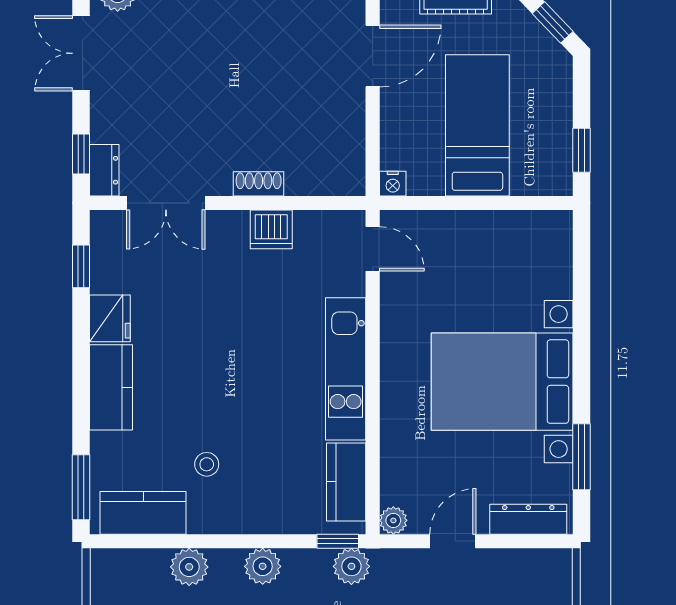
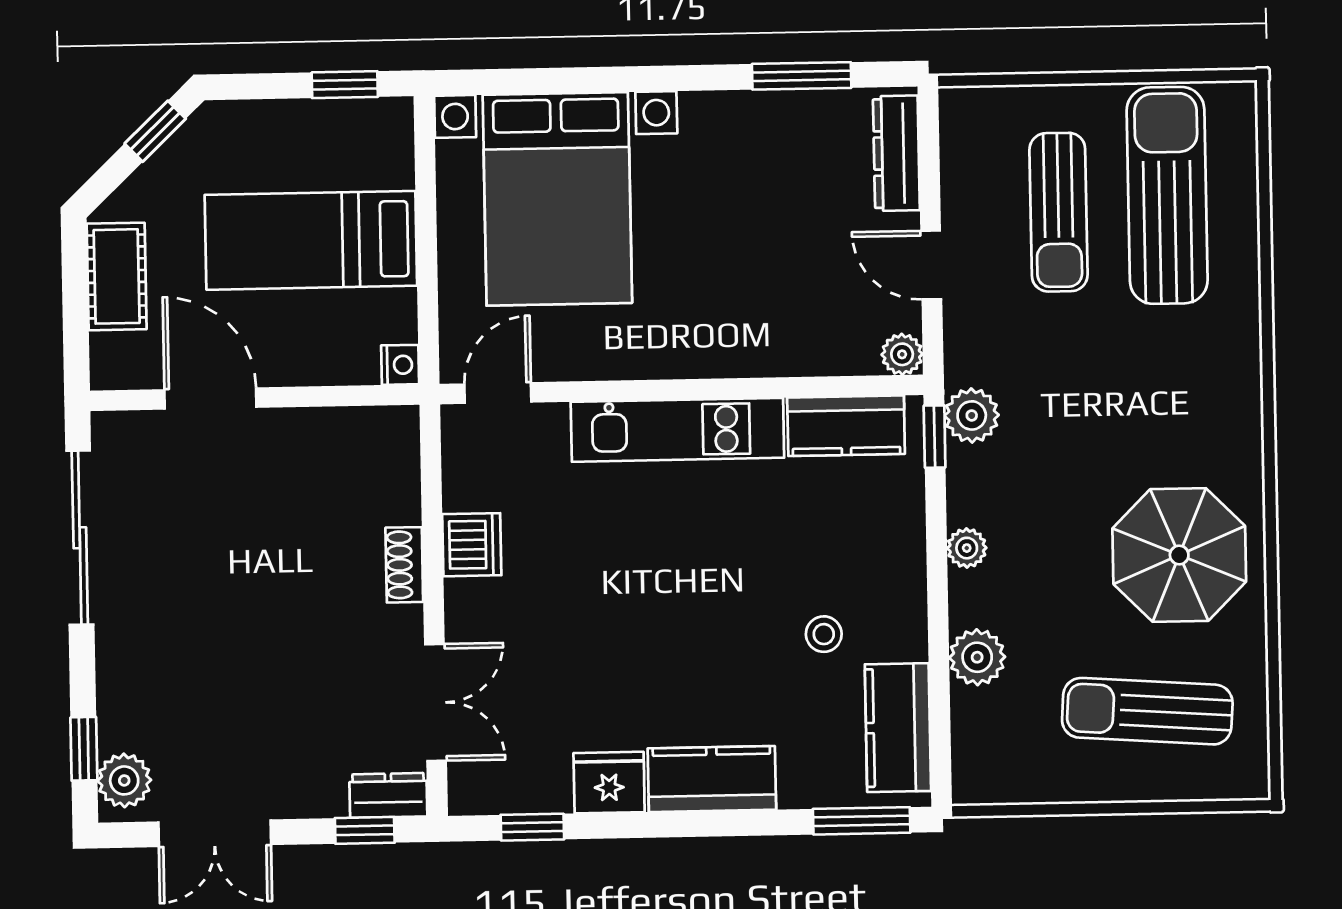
bed with nightstands: (502, 382) -> (557, 199), moved
plant: (263, 566) -> (967, 548), width x0.73, depth x0.73

